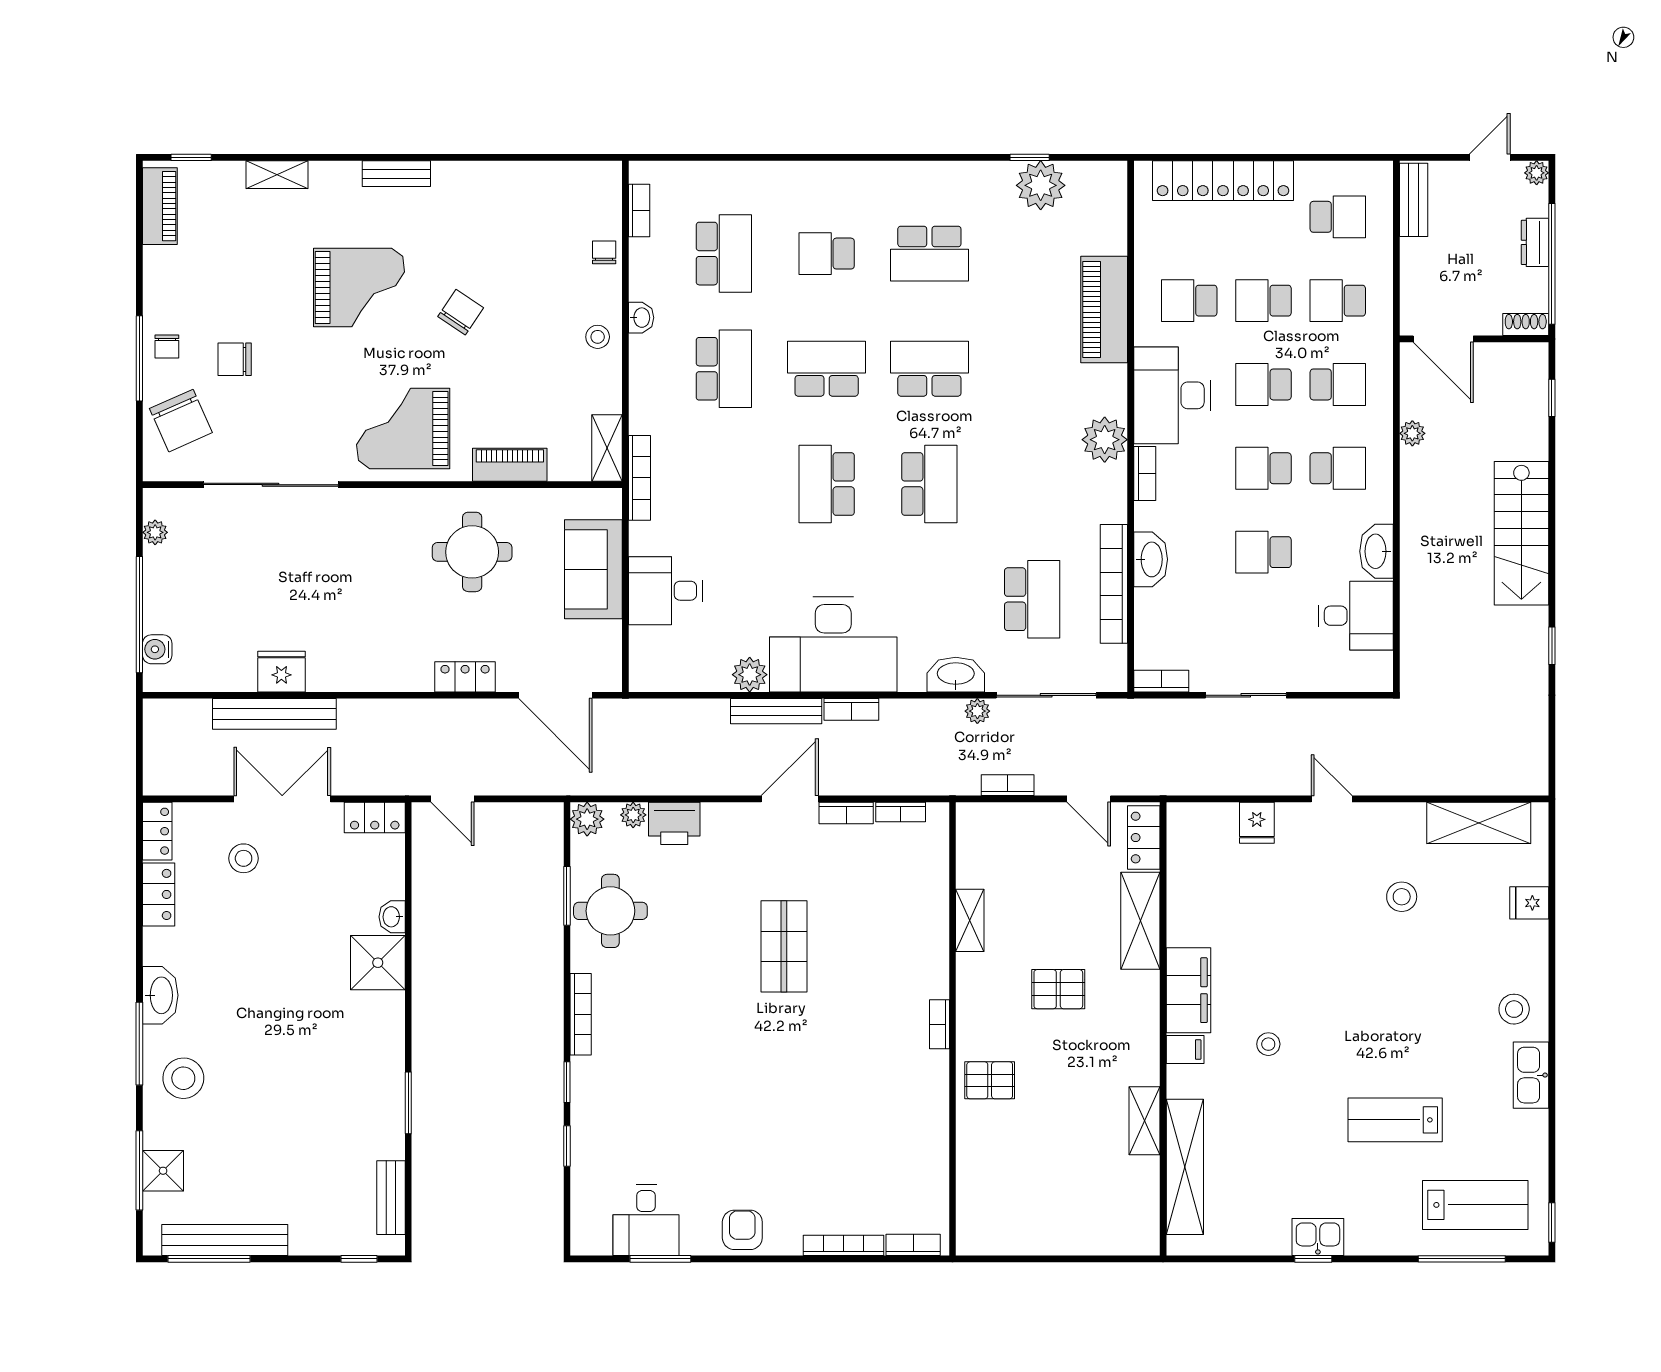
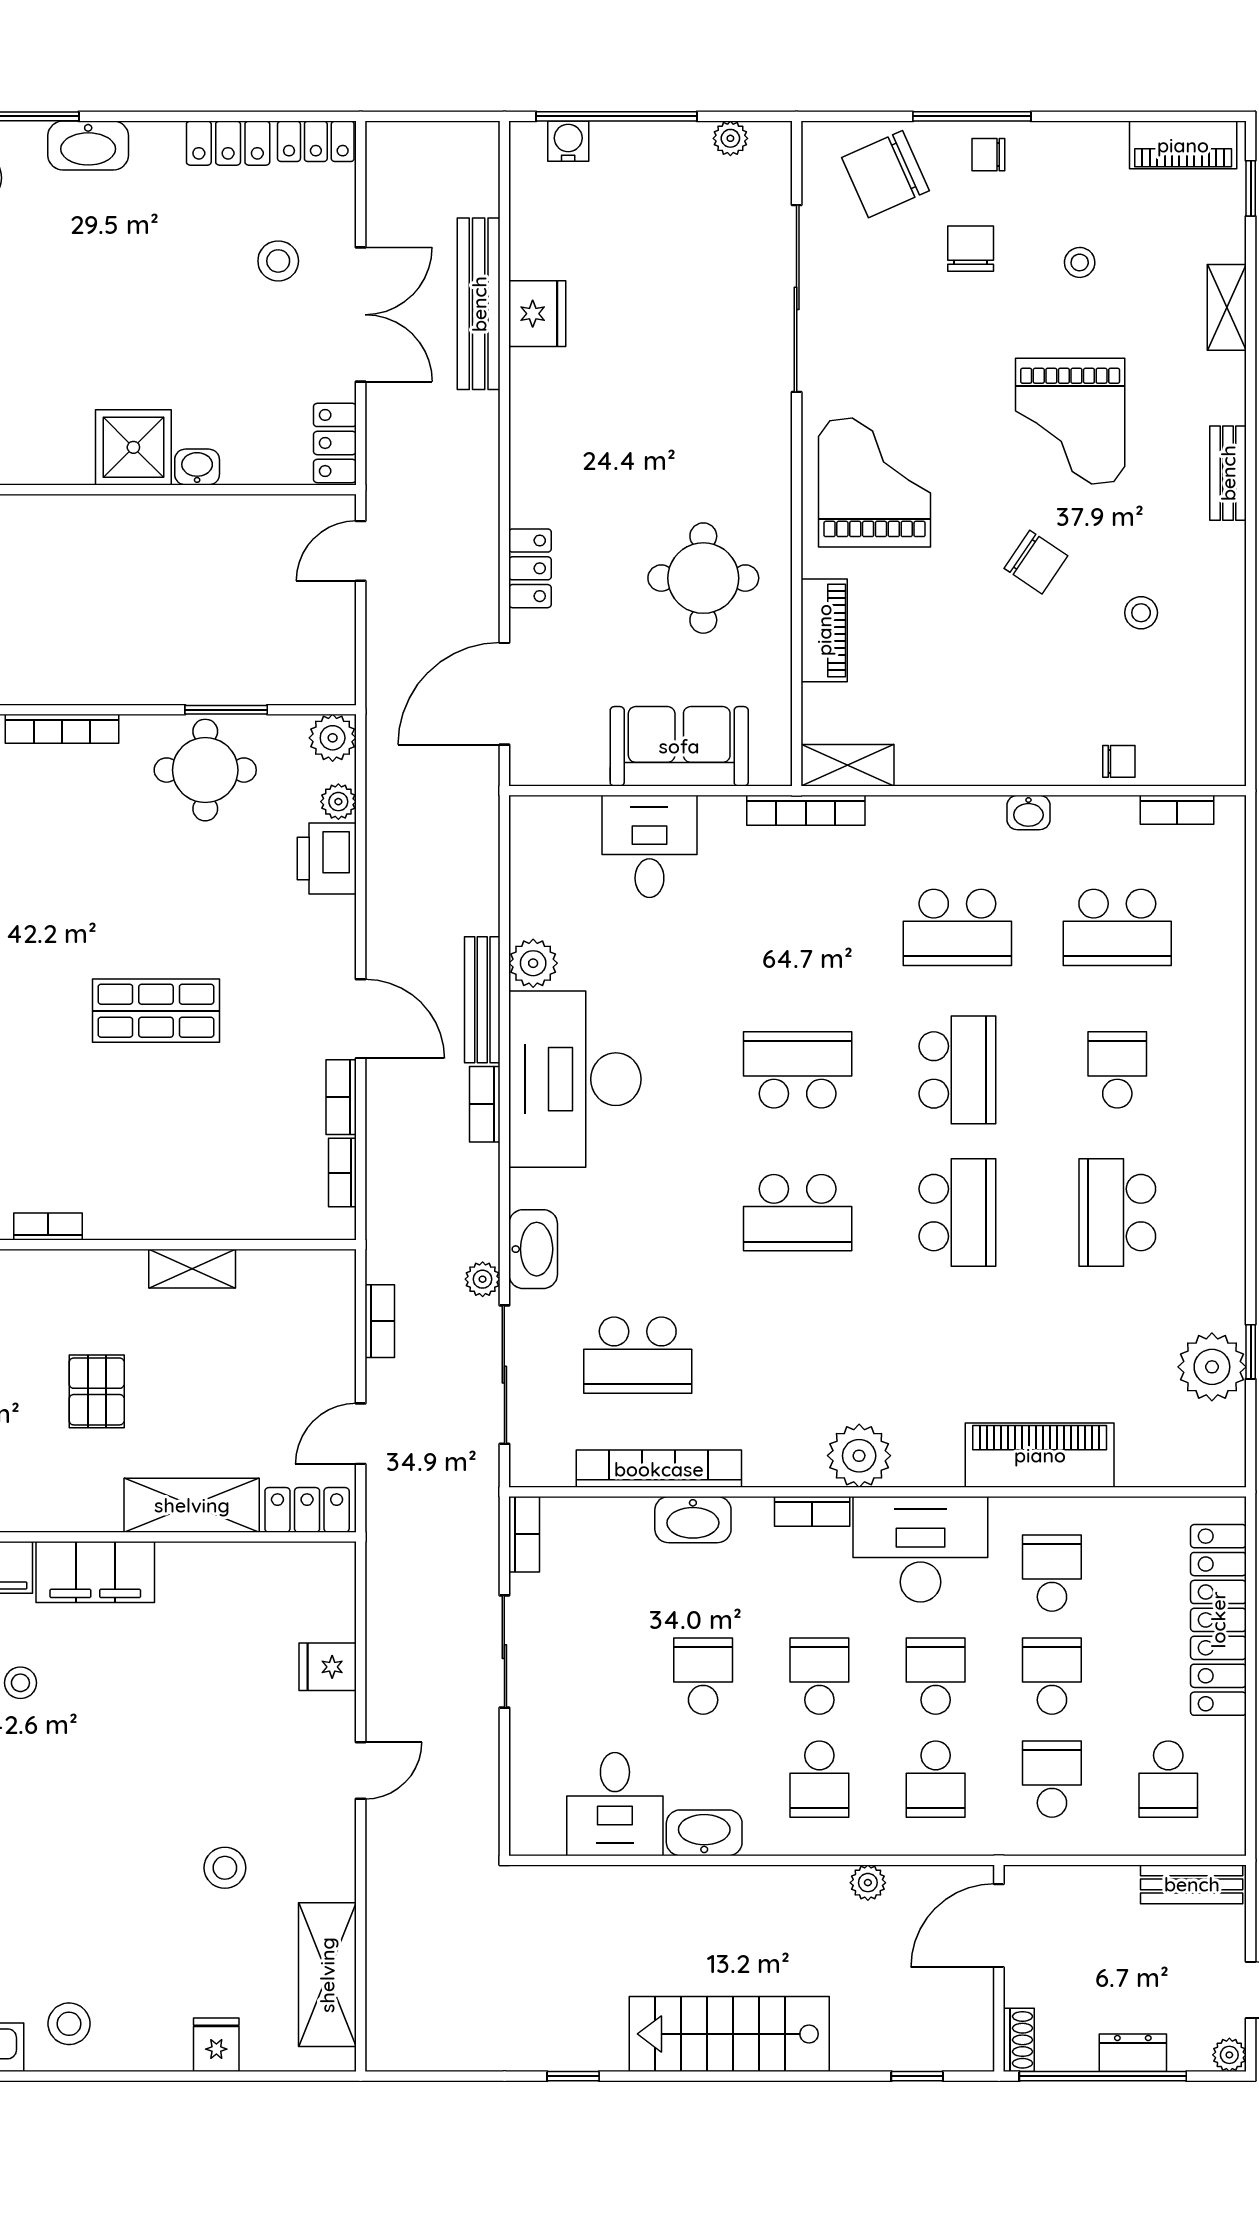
stool: (245, 281) -> (1080, 262), added
stool: (598, 337) -> (1141, 613), moved

